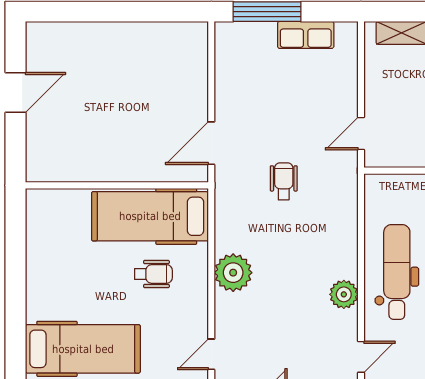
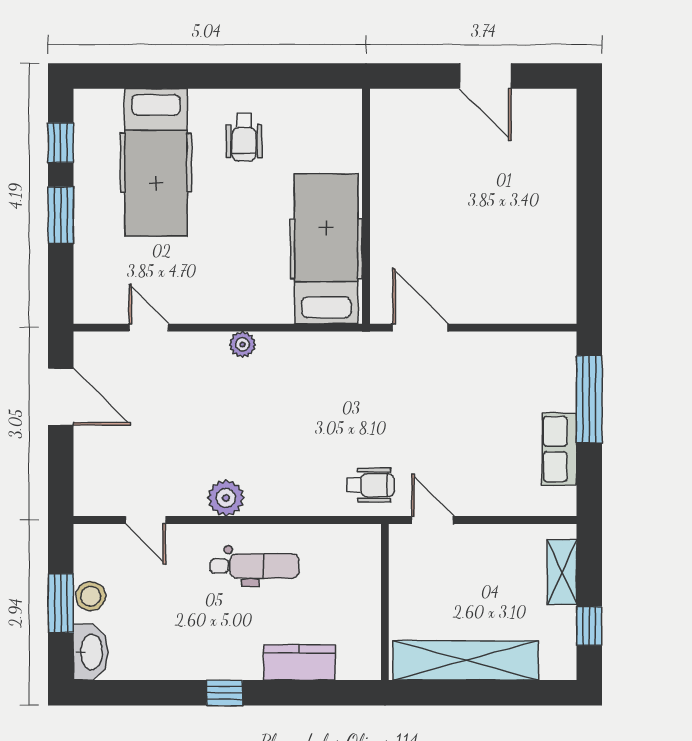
wheelchair: (284, 181) -> (370, 485), moved
dental chair: (397, 272) -> (255, 566), width x0.73, depth x0.72
plant: (233, 273) -> (243, 344), width x0.53, depth x0.53
wheelchair: (153, 274) -> (244, 137), moved

